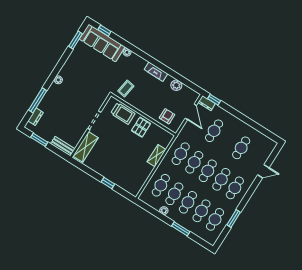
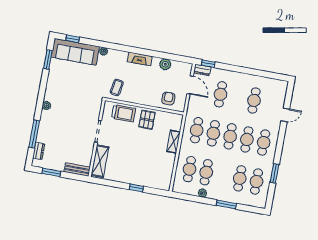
cafe table: (188, 202) -> (223, 175), removed

